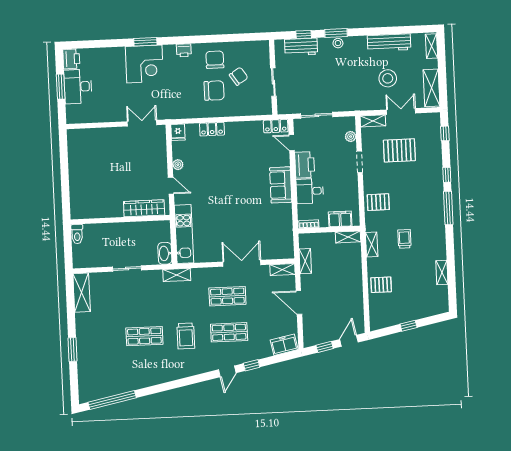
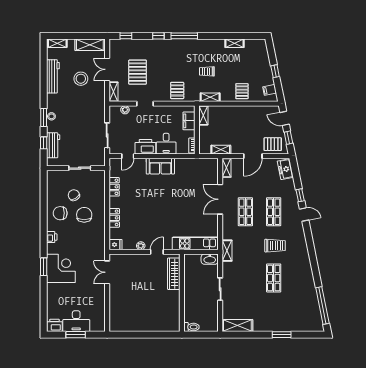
locker: (276, 126) -> (114, 187), moved
filing cabinet: (384, 320) -> (270, 90), added
pallet: (315, 327) -> (273, 144), added

